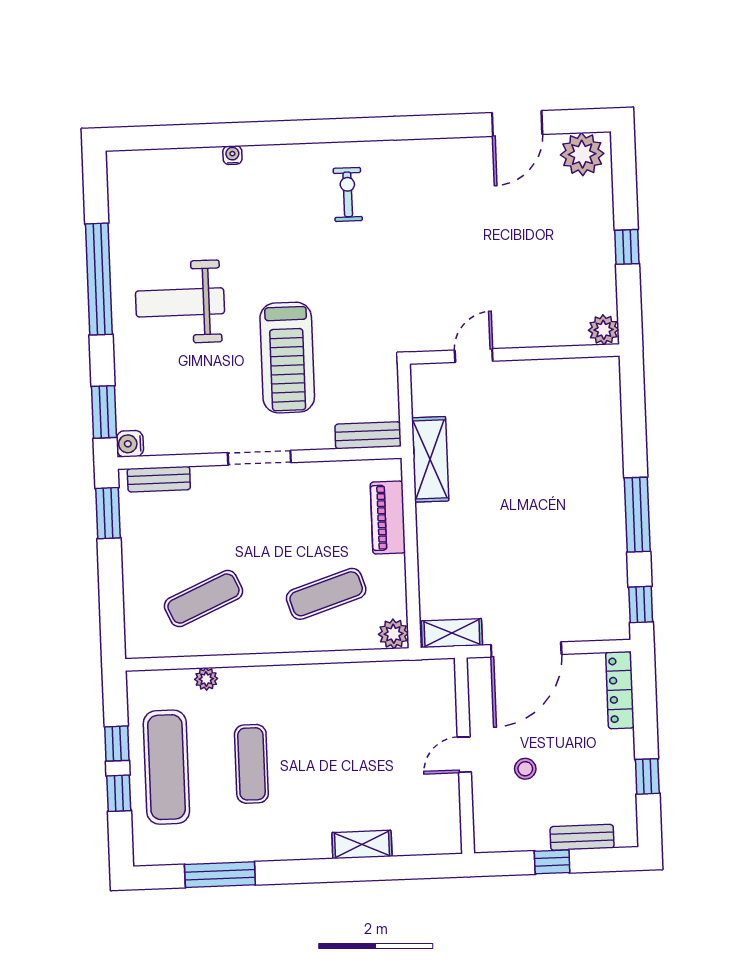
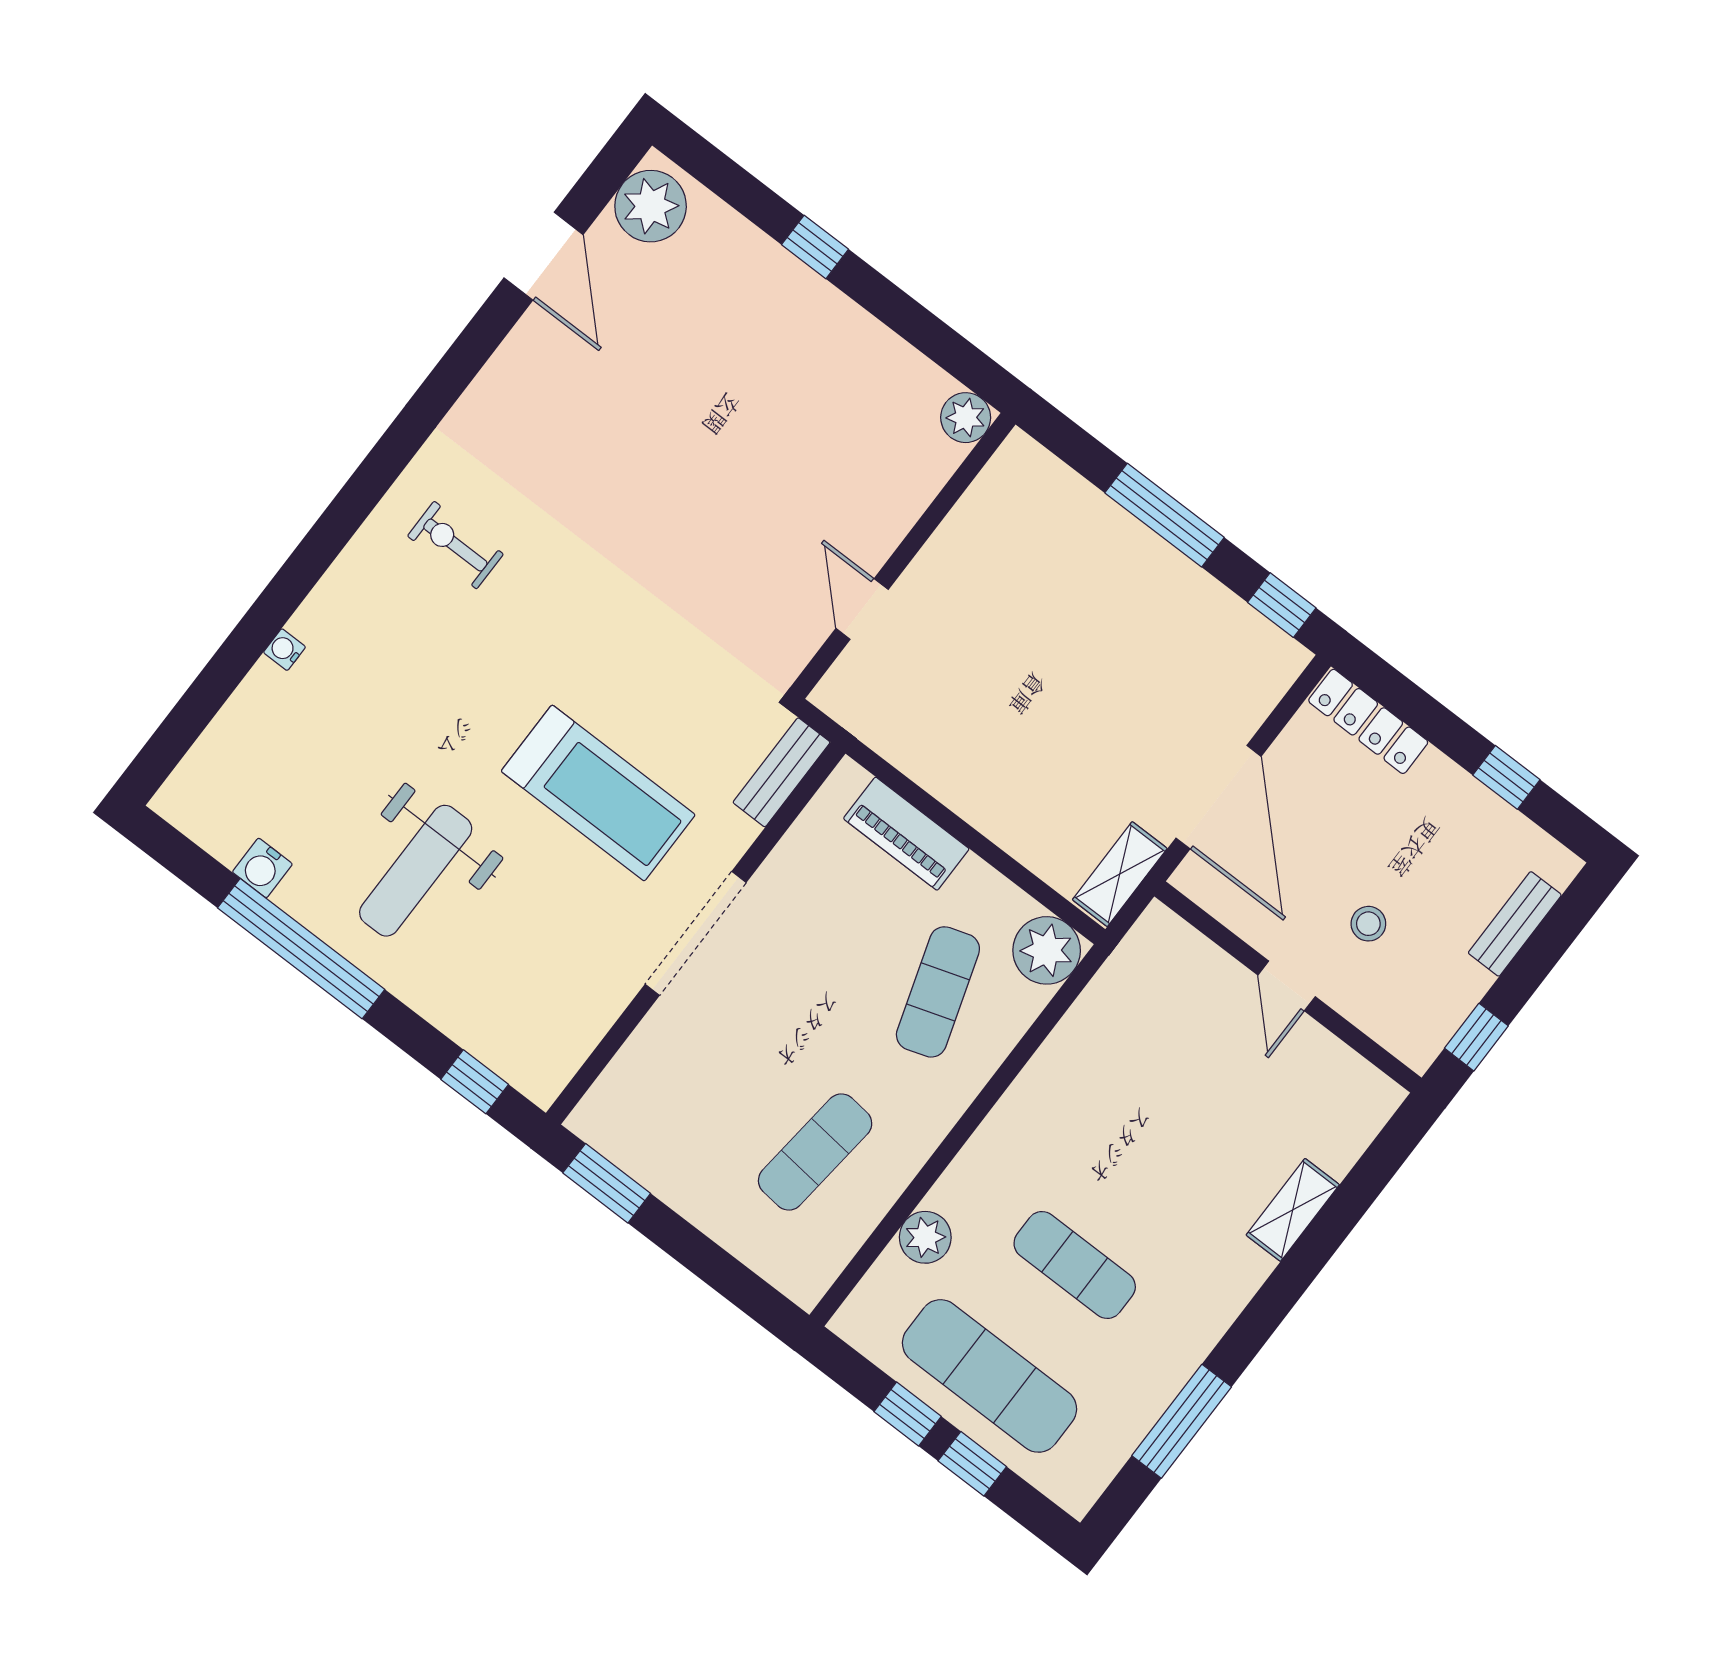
plant: (604, 330) -> (966, 418), moved
wall: (514, 354) -> (903, 556), moved
door: (474, 356) -> (862, 609), moved
window: (104, 412) -> (475, 1082), width x0.67
water cooler: (130, 444) -> (262, 868), moved
doorway: (259, 458) -> (696, 933), width x1.36
shelving: (430, 459) -> (877, 719), removed
bench: (159, 479) -> (617, 1083), removed
exercise mat: (203, 599) -> (815, 1152), turned 30
plant: (393, 634) -> (1047, 950), width x1.36, depth x1.36
plant: (206, 679) -> (925, 1237), width x1.38, depth x1.38
window: (552, 862) -> (1476, 1037), moved

